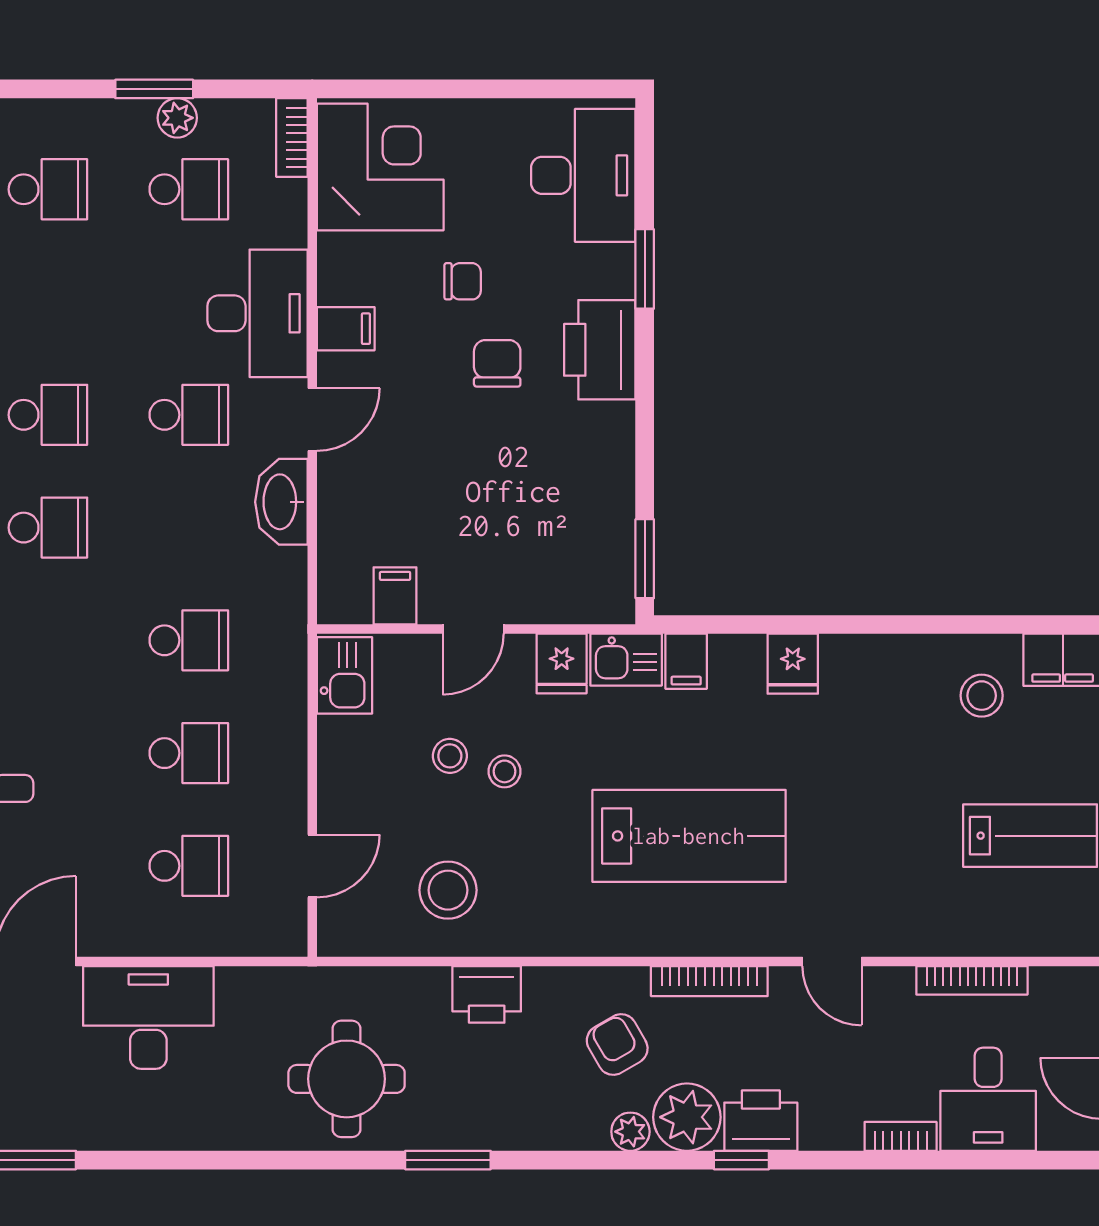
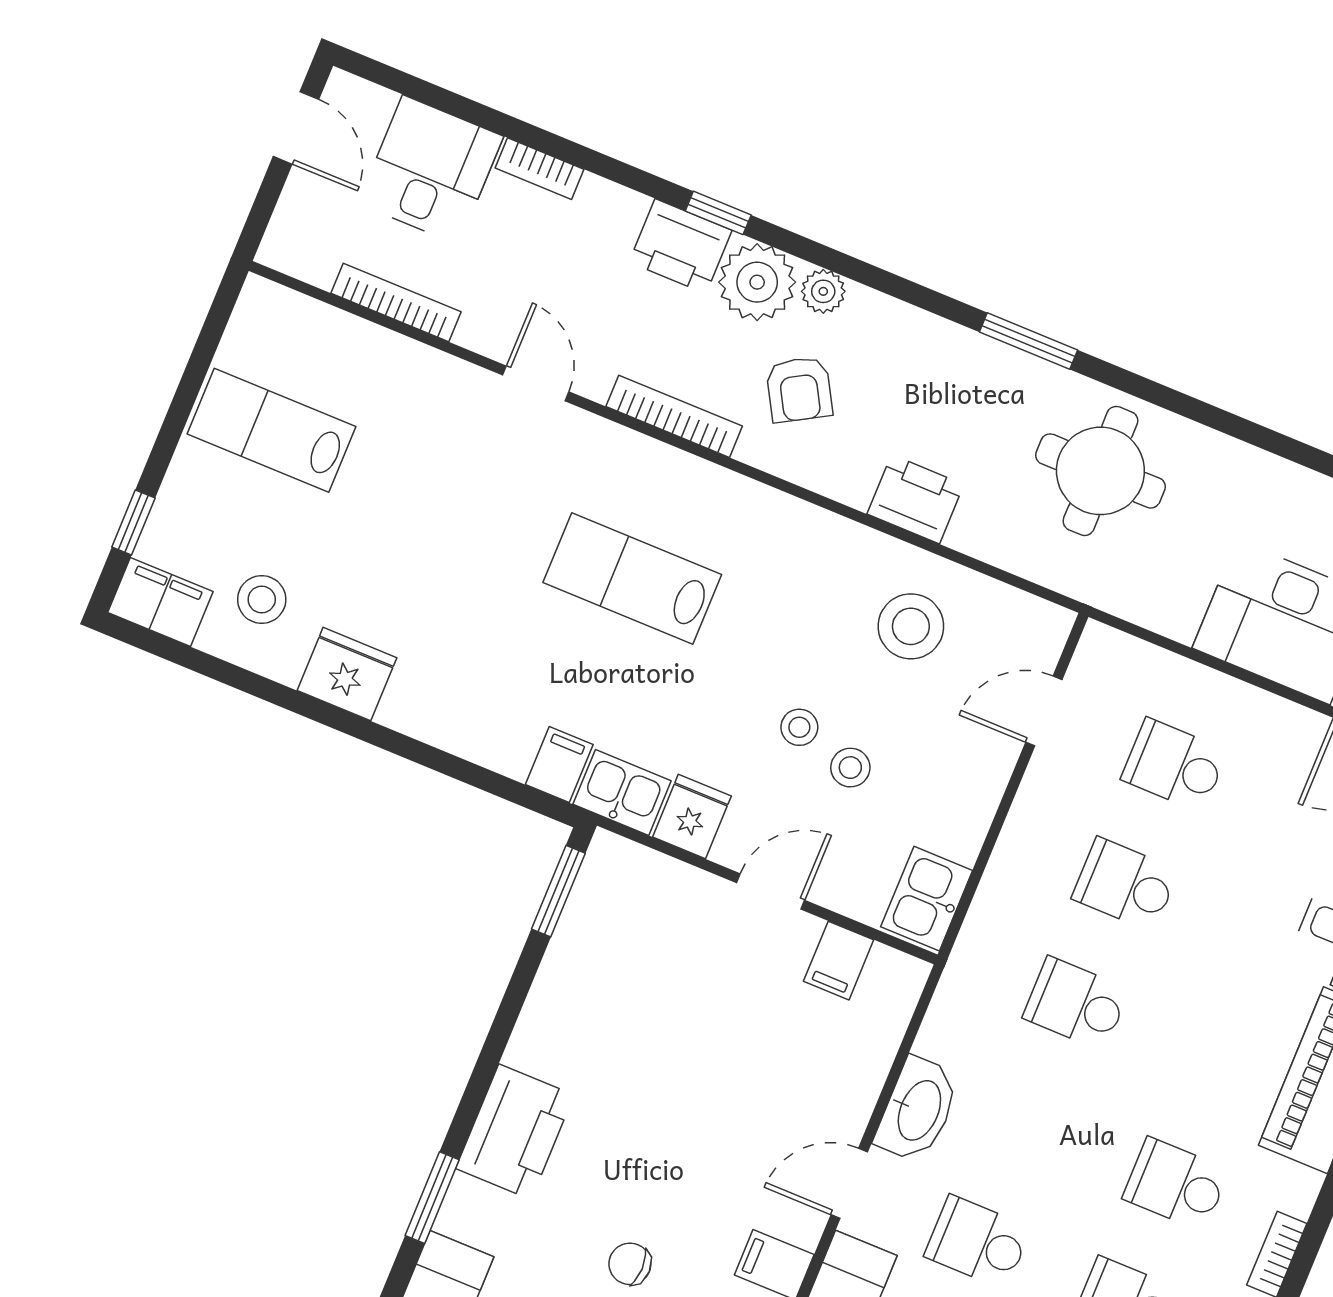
chair: (497, 363) -> (629, 1162), removed
fridge: (793, 664) -> (347, 674), moved, width x1.38
lab bench: (689, 836) -> (632, 579), width x0.73, depth x0.72

